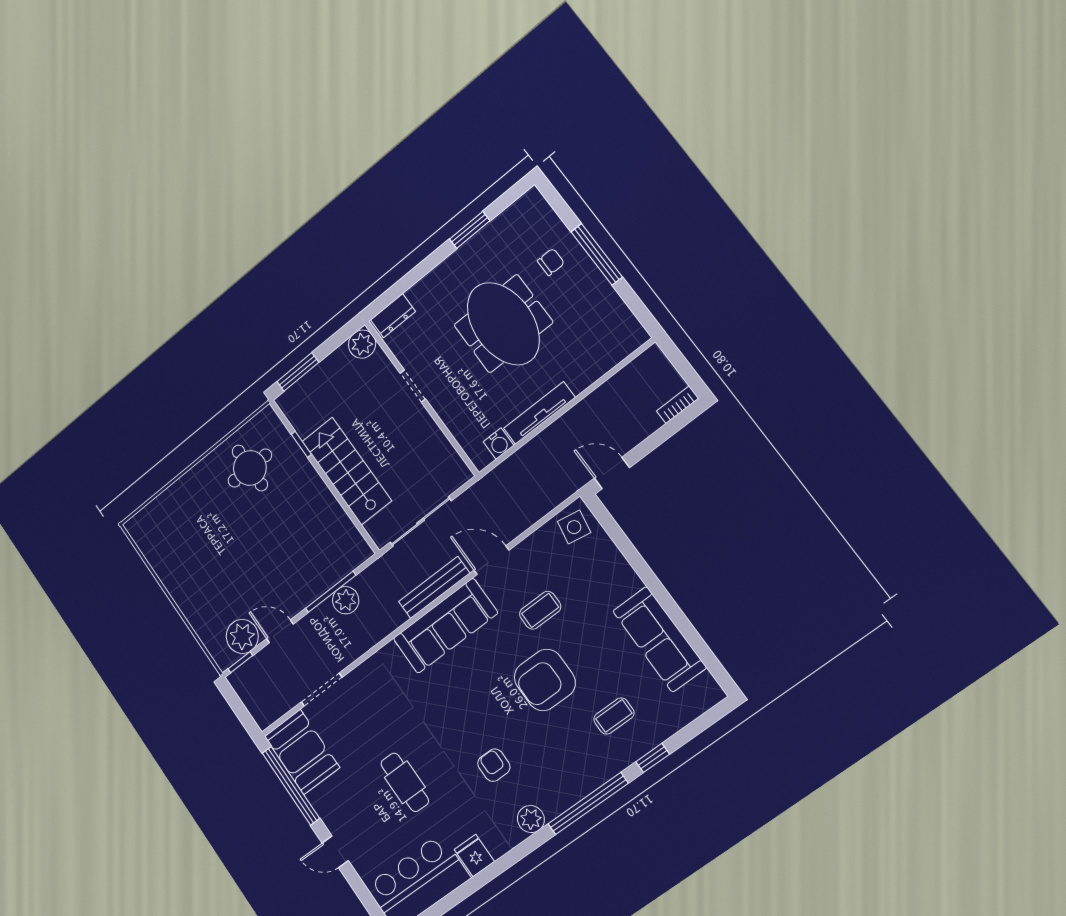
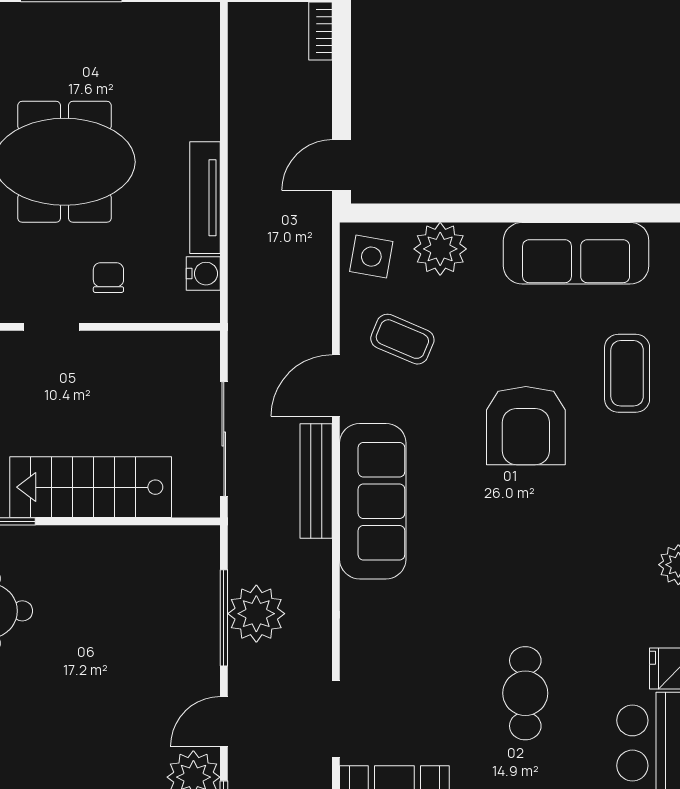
chair: (551, 262) -> (108, 278), moved
plant: (606, 562) -> (440, 249), added
plant: (346, 600) -> (256, 614), width x1.36, depth x1.36
coffee table: (540, 610) -> (402, 339), moved, turned -67
coffee table: (614, 716) -> (627, 373), width x1.36, depth x1.30
armchair: (494, 765) -> (583, 564), removed
cafe table: (405, 782) -> (525, 693), turned 90

